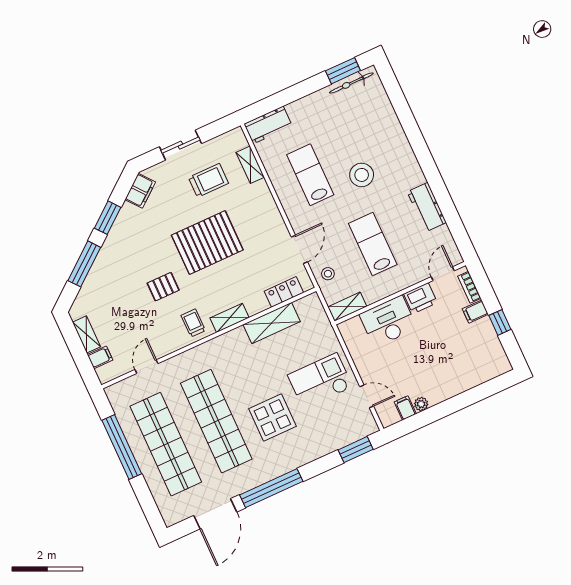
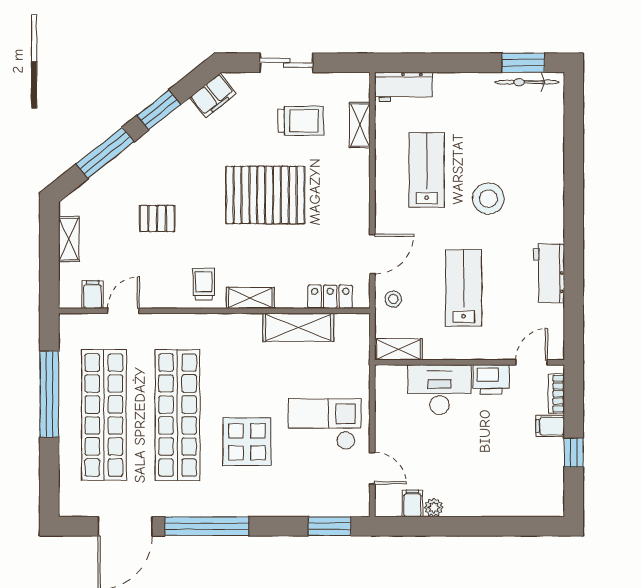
pallet: (163, 287) -> (157, 219), moved
filing cabinet: (100, 357) -> (93, 295), moved, turned -90

